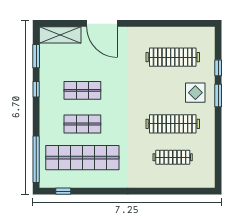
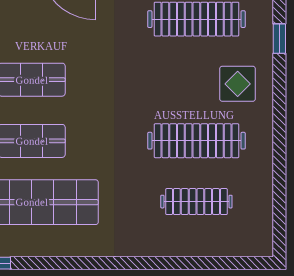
window: (218, 95) -> (279, 89), removed

